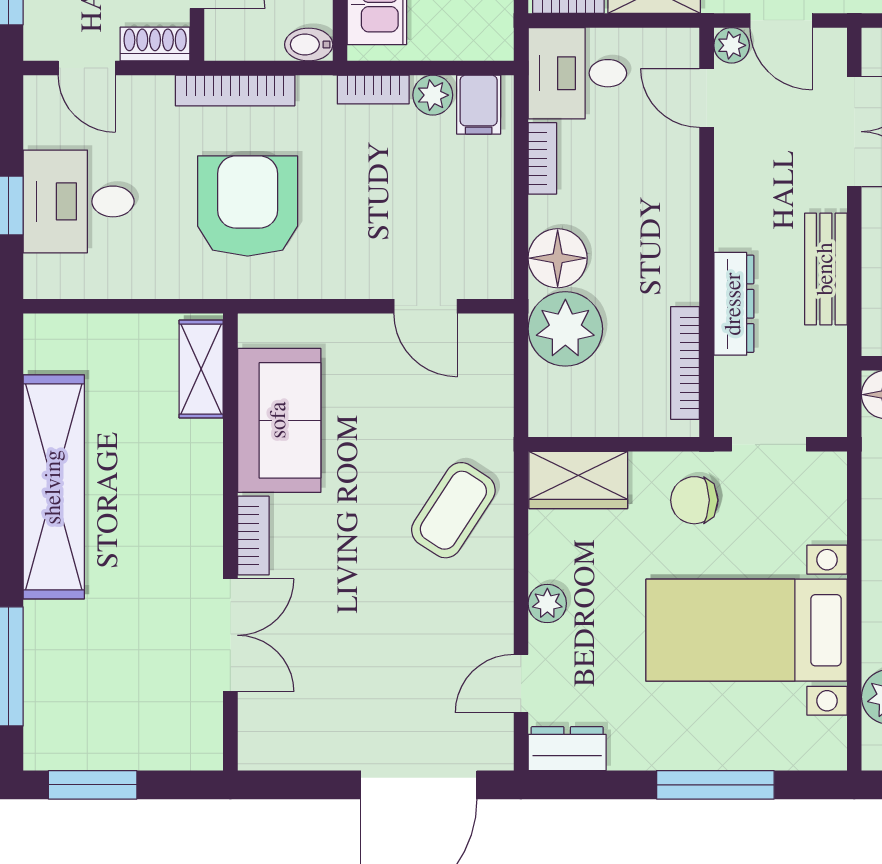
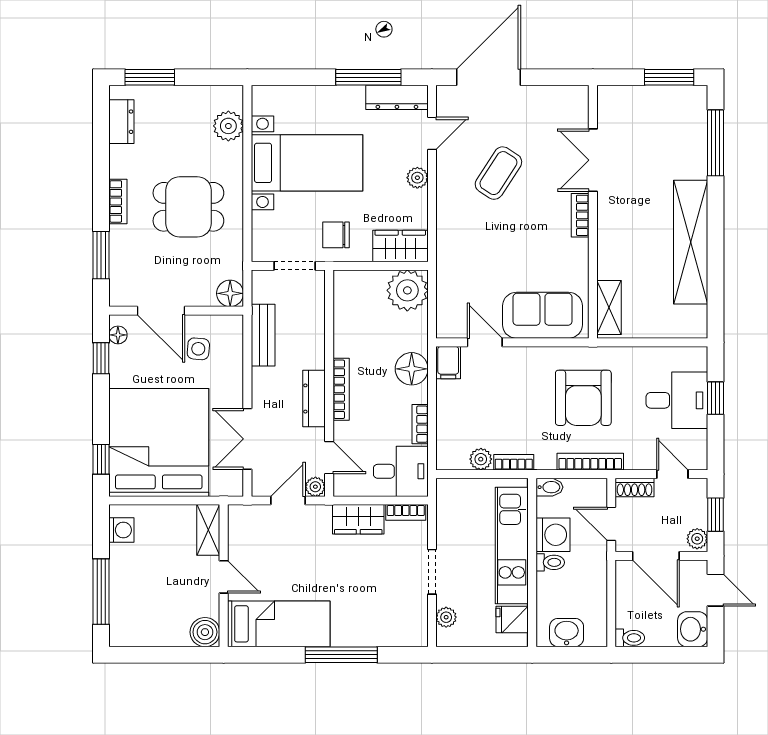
door: (781, 20) -> (288, 501), hinge flipped
filing cabinet: (479, 105) -> (448, 363), moved, turned 180
bench: (826, 269) -> (263, 335), moved
dresser: (734, 304) -> (314, 398), moved
plant: (565, 329) -> (407, 290), moved
bookcase: (685, 363) -> (341, 389), moved
sofa: (279, 420) -> (542, 315), moved, turned 90
chair: (694, 500) -> (336, 235), turned 180
coffee table: (453, 510) -> (498, 173), moved
dresser: (567, 749) -> (397, 97), width x1.44
window: (715, 785) -> (368, 77), moved

